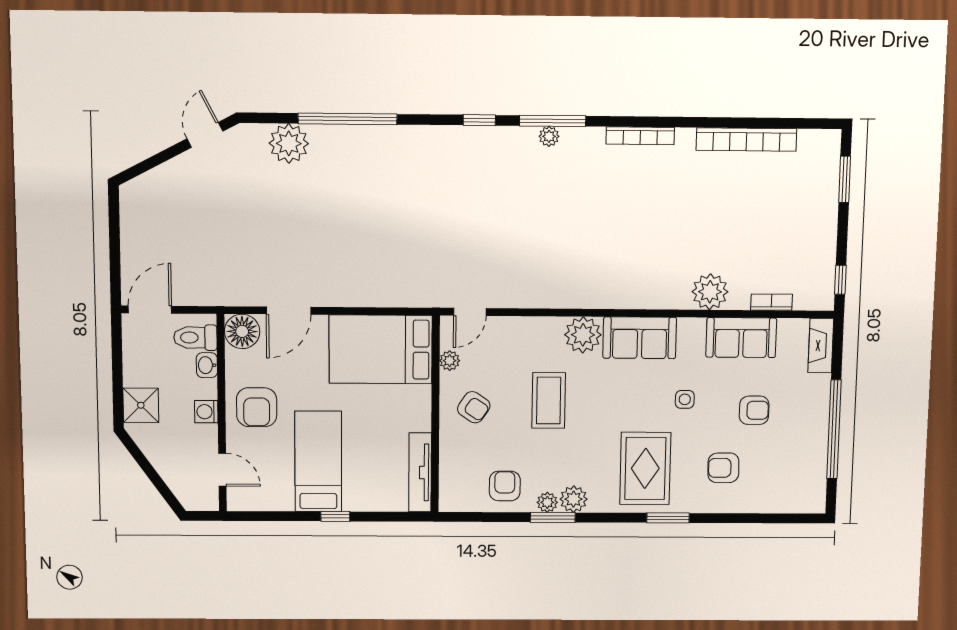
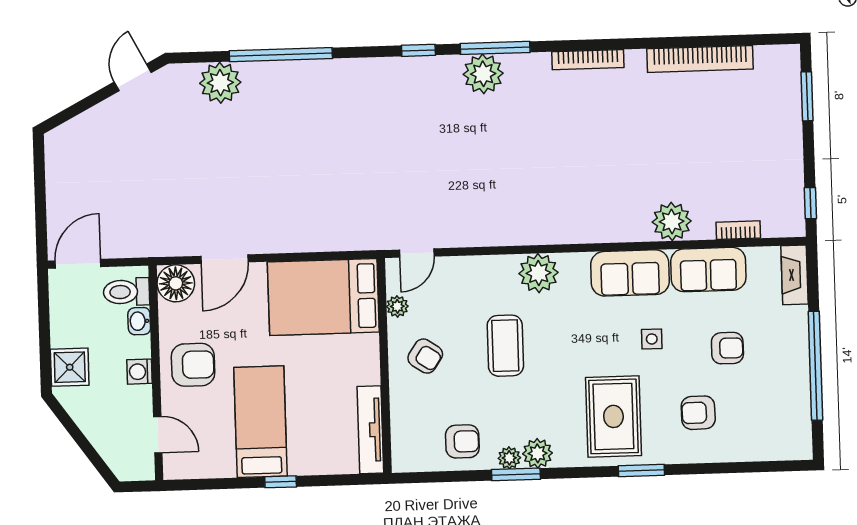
plant: (549, 136) -> (483, 74), width x1.87, depth x1.87
sofa: (640, 338) -> (630, 273), moved
armchair: (257, 407) -> (193, 365), turned -90
armchair: (505, 486) -> (462, 441), turned 90

